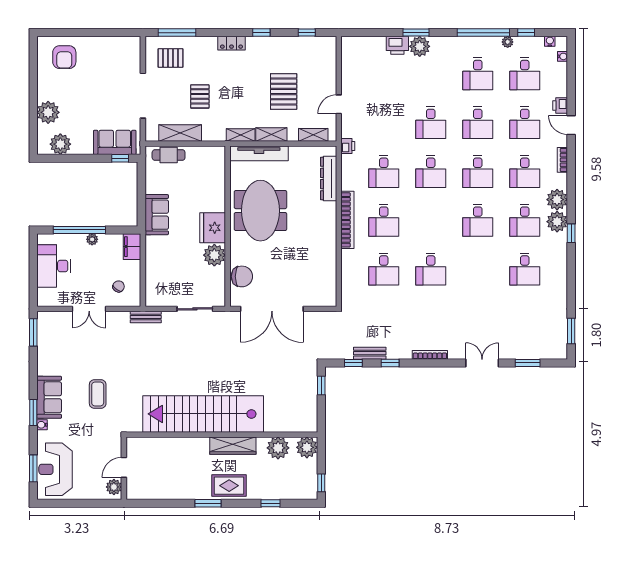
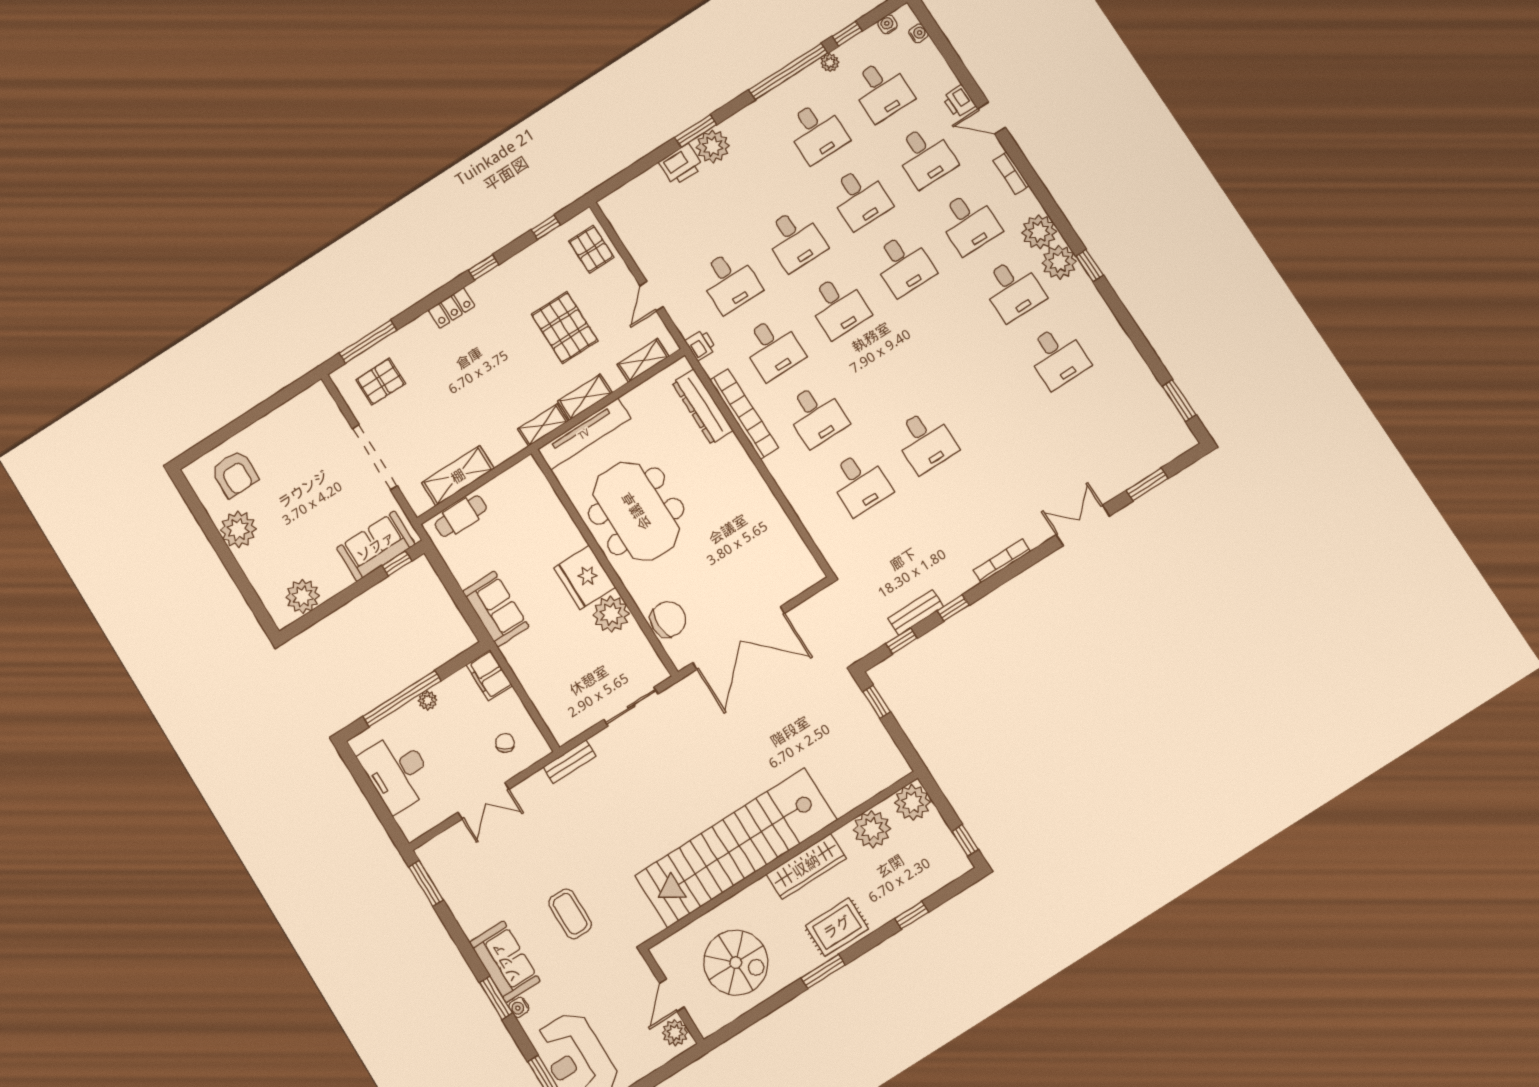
pallet: (200, 96) -> (591, 249), moved
plant: (48, 112) -> (238, 529), moved
bookcase: (347, 220) -> (744, 414), moved
desk: (478, 220) -> (730, 281), moved
spiral stairs: (167, 471) -> (736, 963), added

